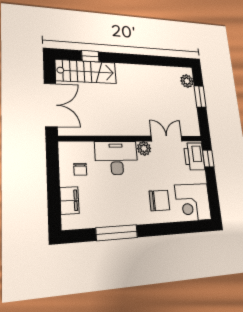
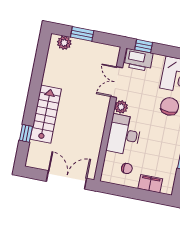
stairs: (86, 72) -> (46, 114), moved

